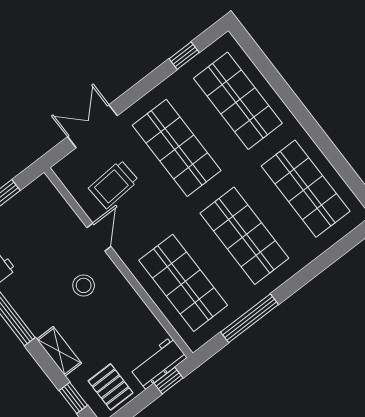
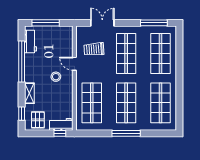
window: (184, 56) -> (154, 23), width x2.17
door: (99, 237) -> (74, 64), swing flipped
window: (250, 318) -> (126, 133), moved

